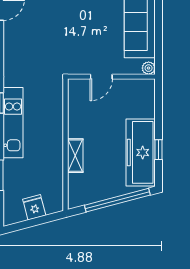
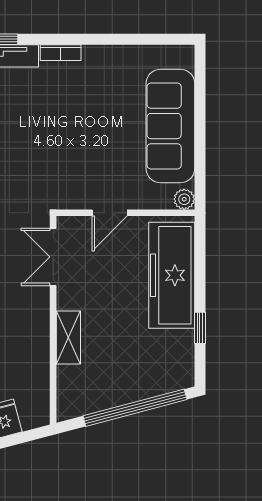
double door: (66, 105) -> (53, 257), added
freezer: (141, 152) -> (172, 275), moved

